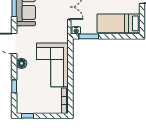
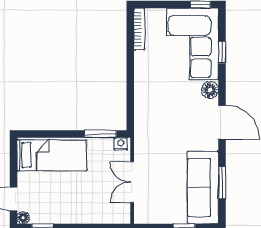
corner sofa: (52, 65) -> (193, 44), moved, turned 180

